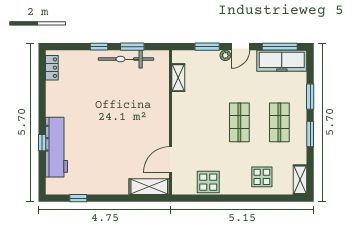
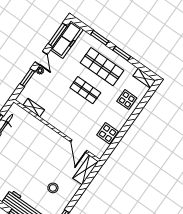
shop shelf: (279, 122) -> (102, 67), width x1.43, depth x1.36
stool: (103, 164) -> (53, 188), added

